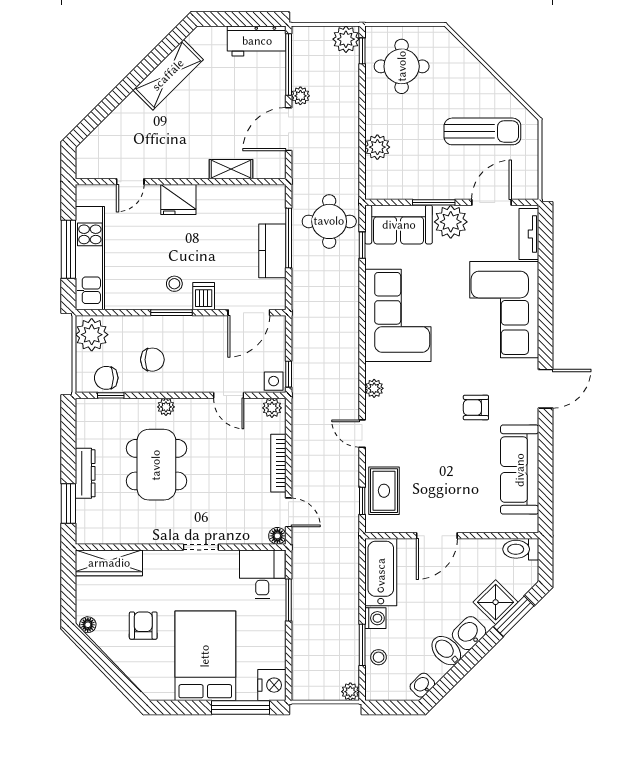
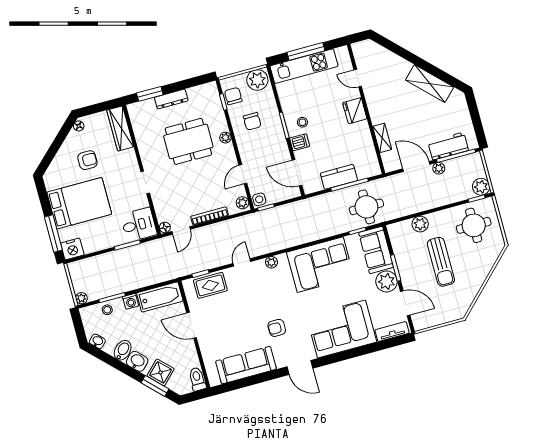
workbench: (257, 41) -> (448, 146), moved, turned 90
sun lounger: (482, 131) -> (441, 262), moved
armchair: (476, 408) -> (277, 328), turned -90

